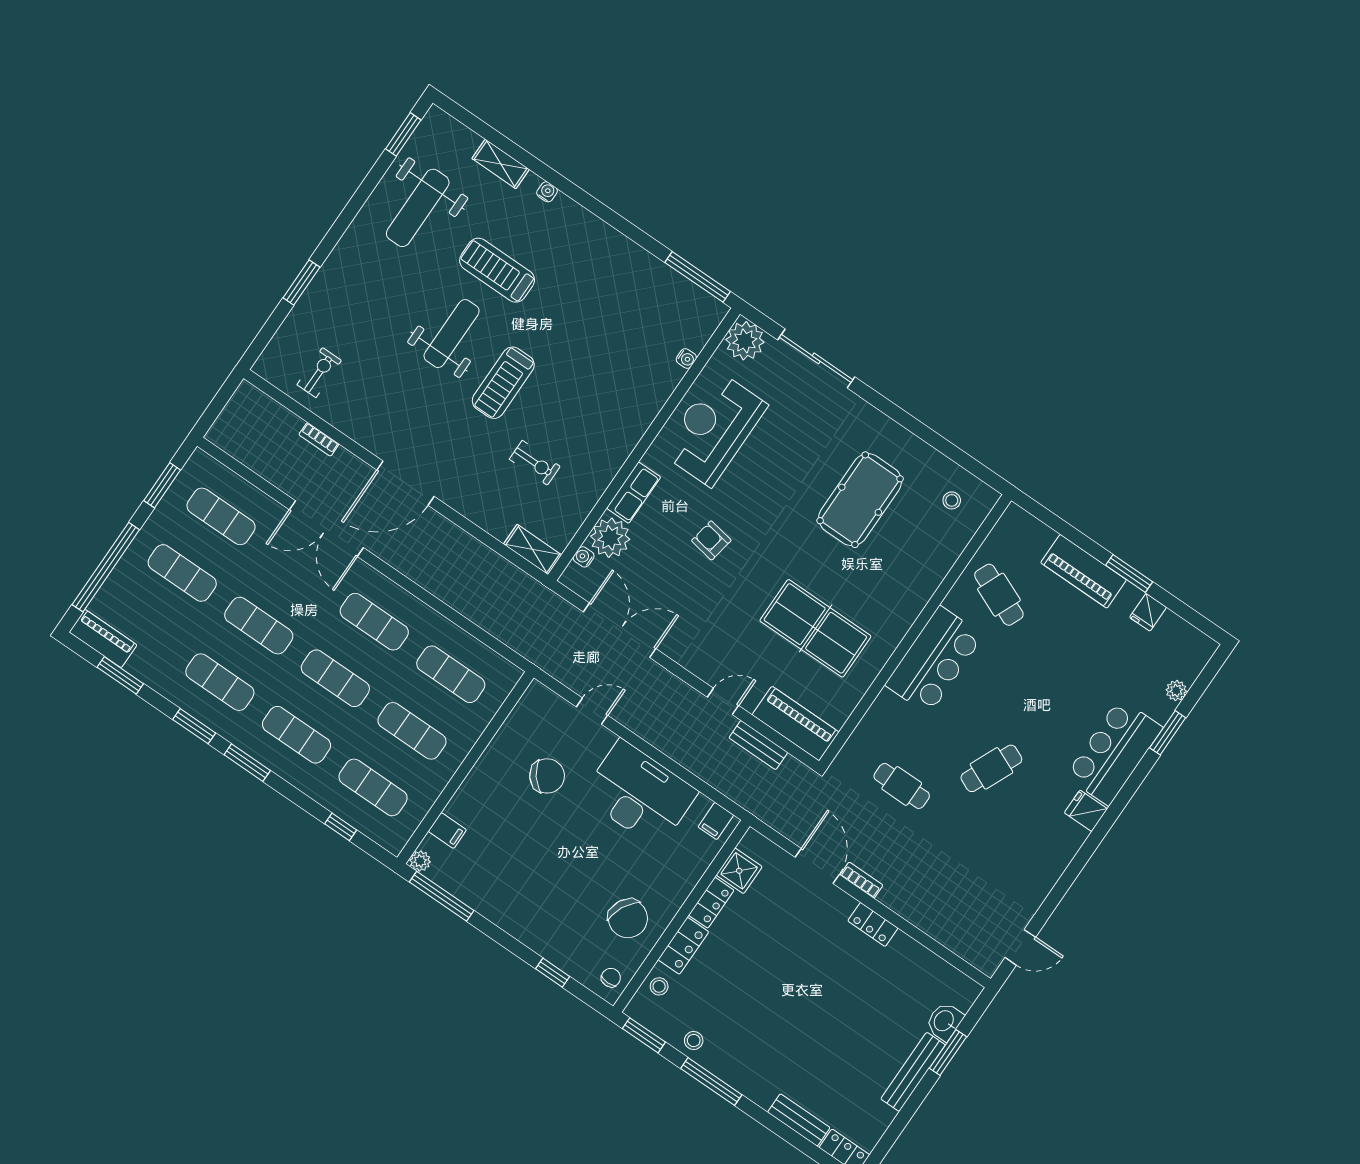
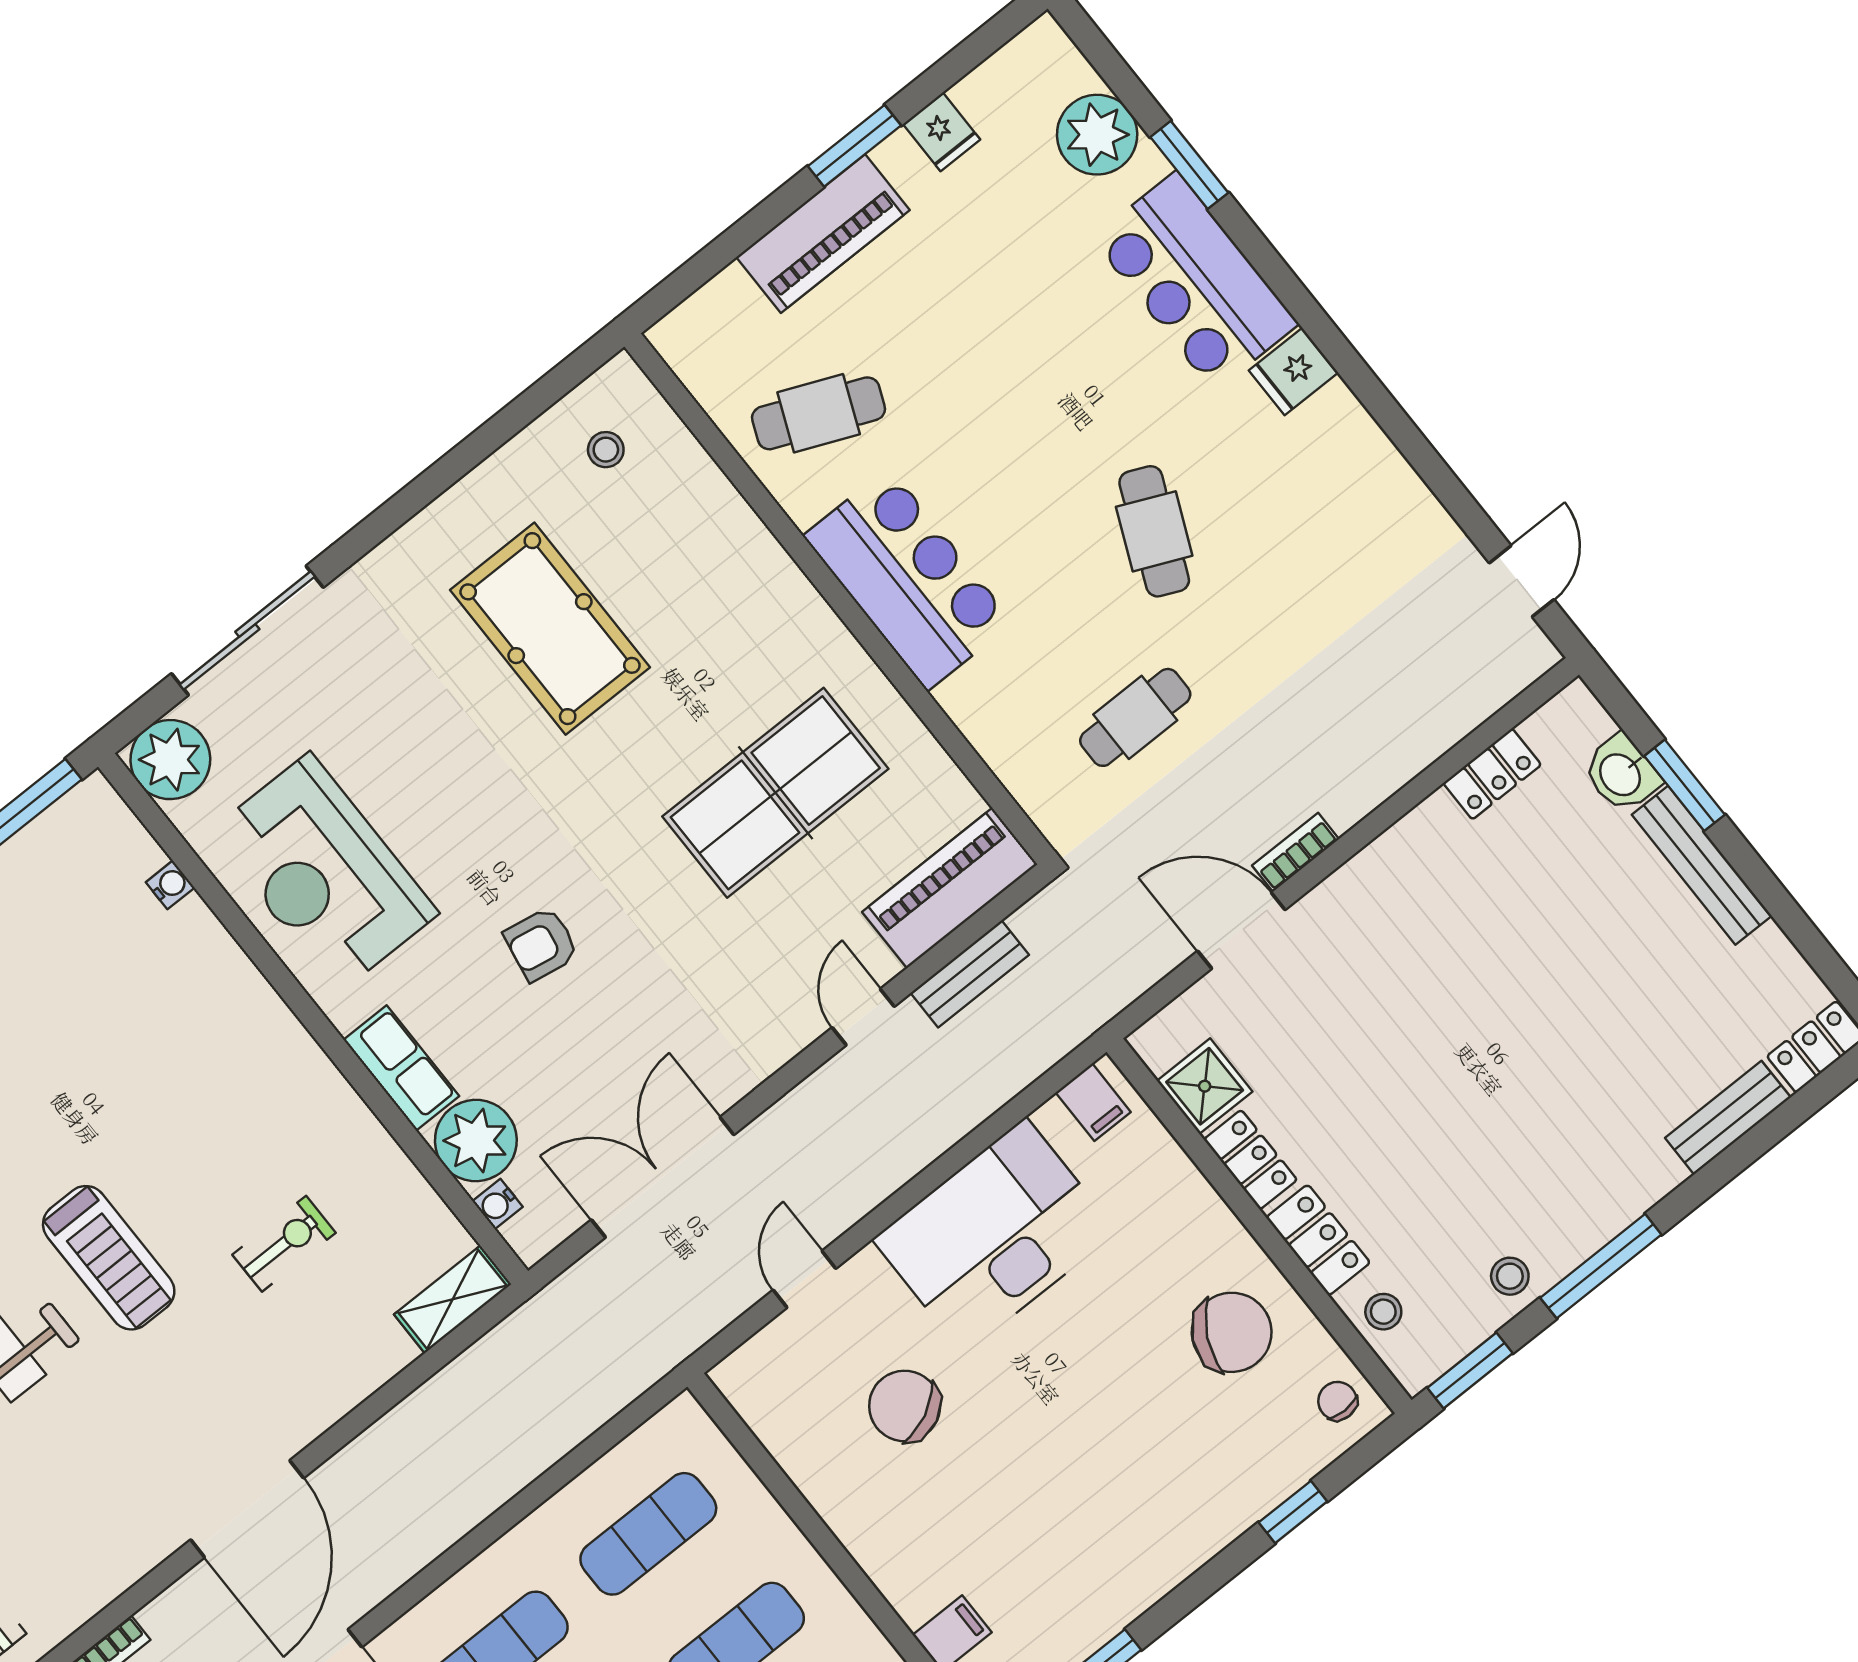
plant: (1176, 691) -> (1097, 135), width x1.87, depth x1.87
chair: (547, 776) -> (905, 1406), turned -78
locker: (873, 924) -> (1492, 774), moved

